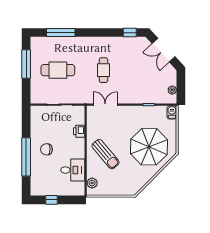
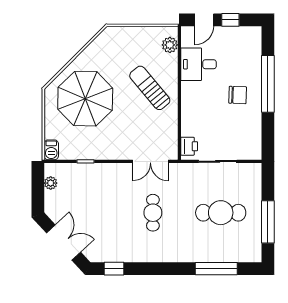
printer: (79, 131) -> (189, 146), moved
door: (69, 200) -> (204, 20), added

